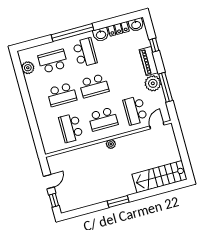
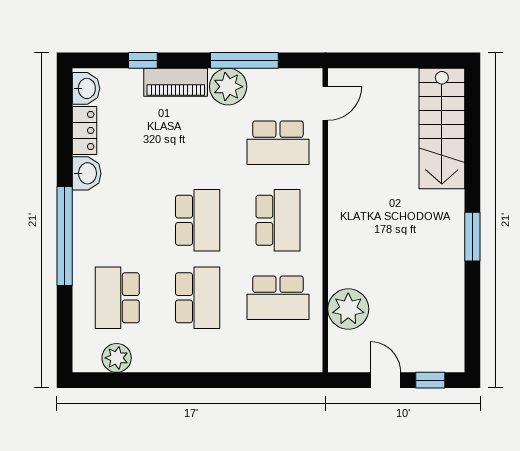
school desk: (85, 52) -> (117, 220), removed
door: (157, 126) -> (325, 103), swing flipped
plant: (111, 144) -> (348, 309), moved, width x1.88, depth x1.88

